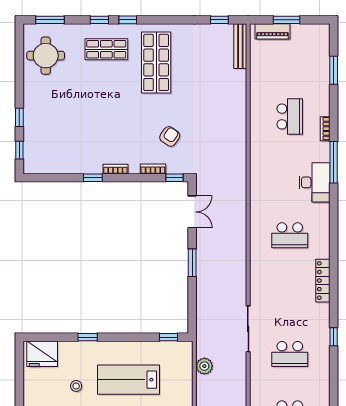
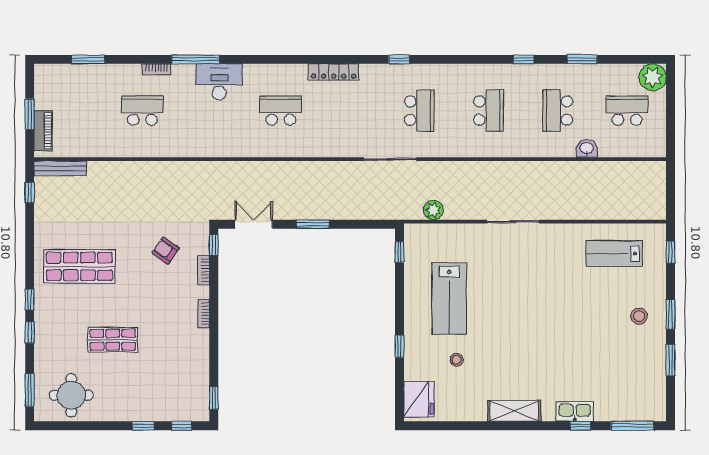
shop shelf: (106, 49) -> (113, 340), moved, turned 90
window: (93, 178) -> (214, 398), moved
school desk: (290, 235) -> (281, 111), turned -90

